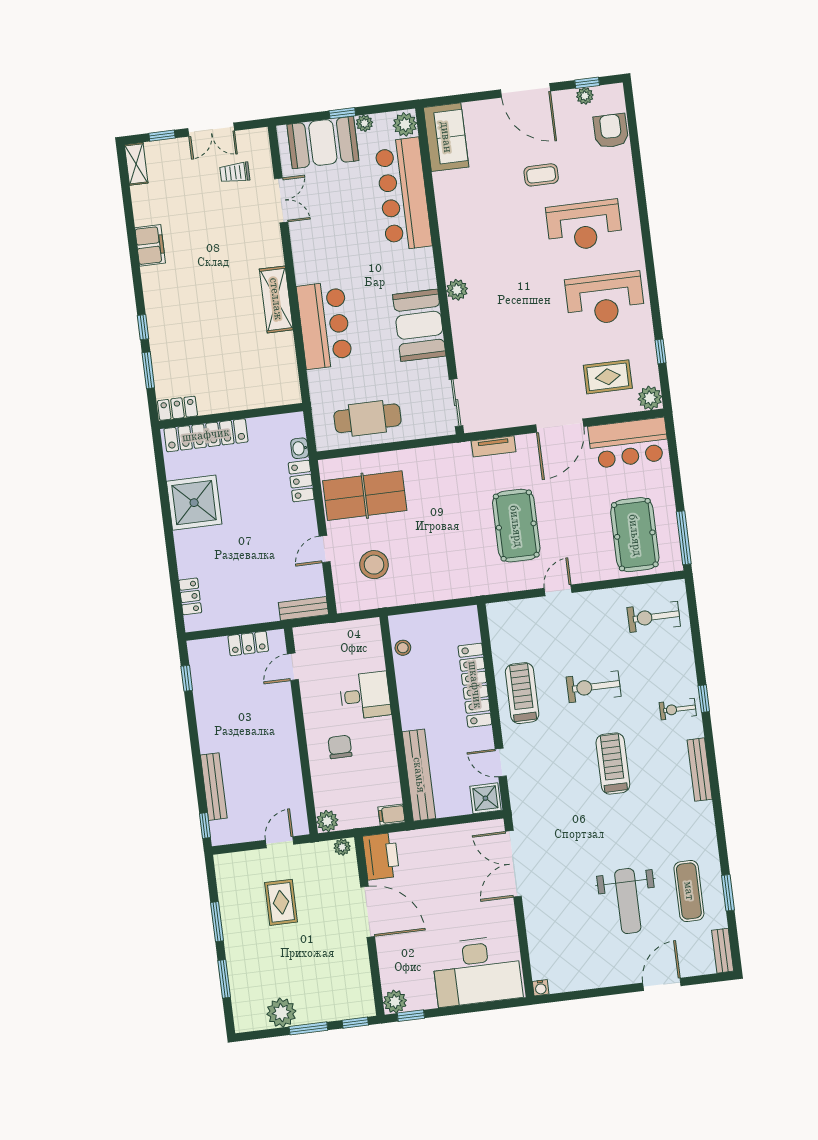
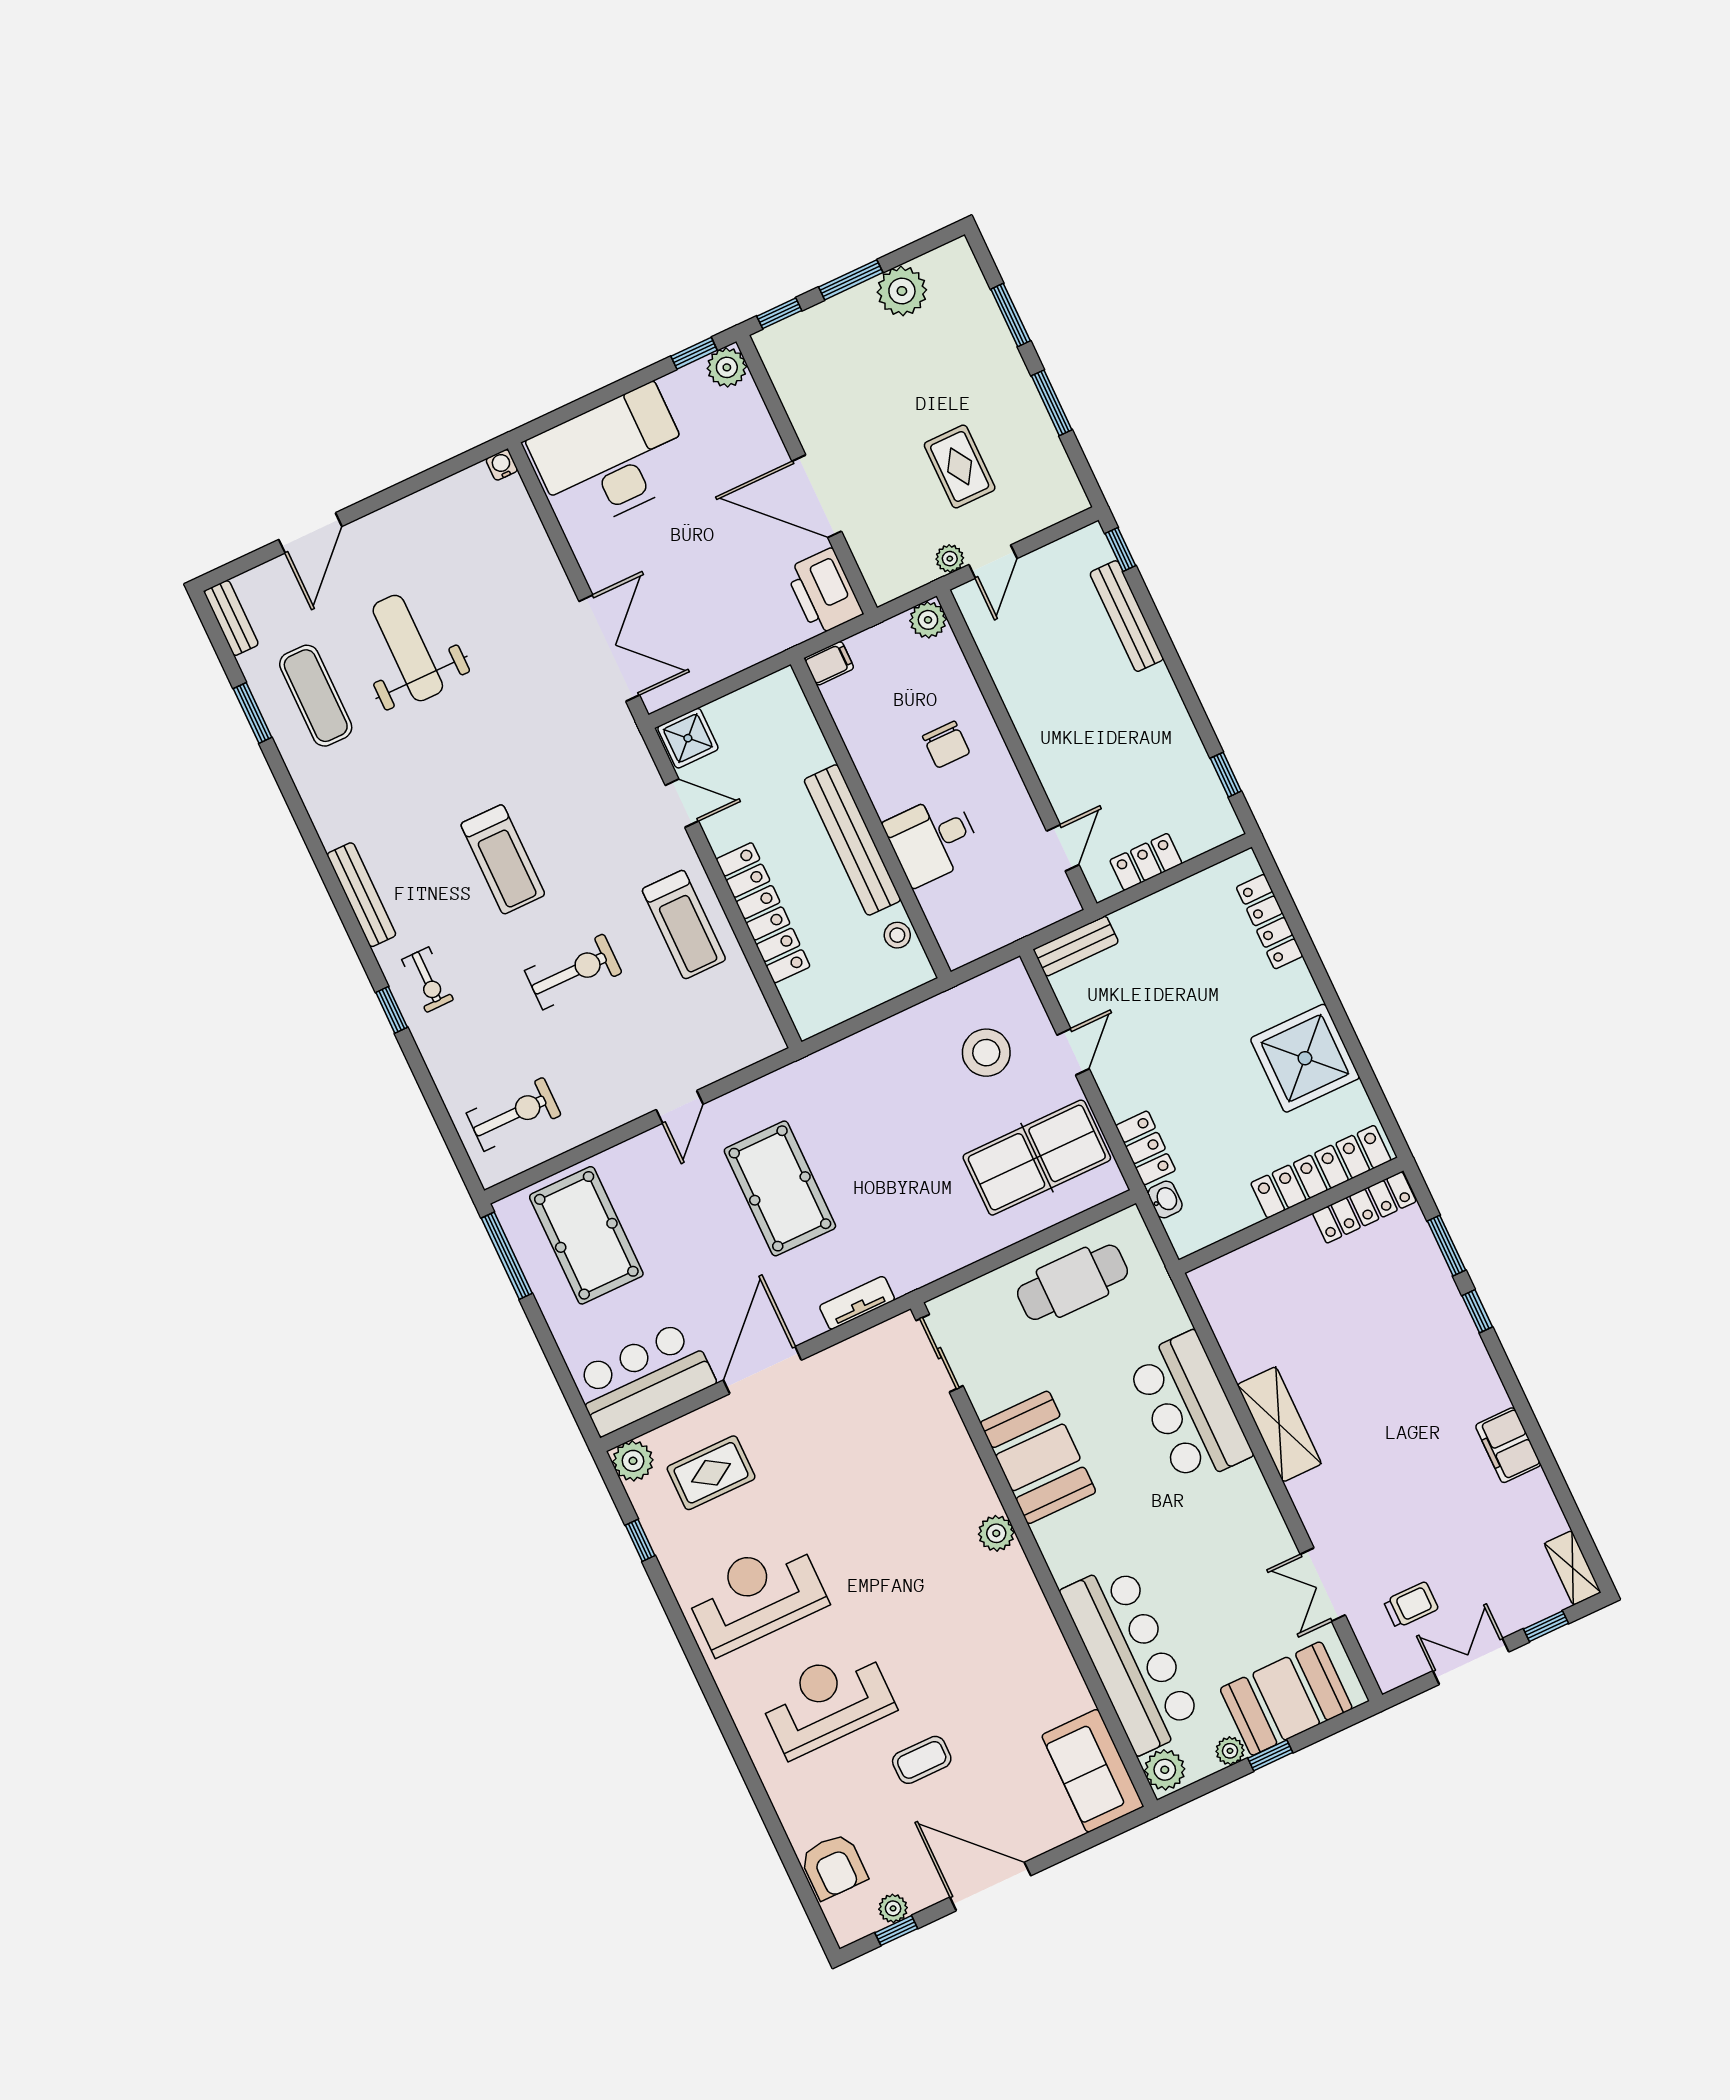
locker: (177, 408) -> (1364, 1207), width x1.53
locker: (190, 596) -> (1270, 922), width x1.53
exercise bike: (678, 709) -> (428, 980), turned 90
bench: (419, 775) -> (852, 840), moved
plant: (342, 847) -> (950, 559), moved

